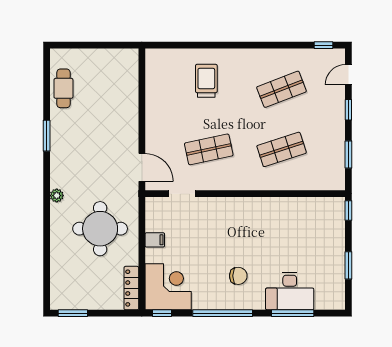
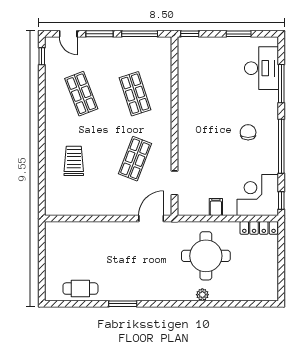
trolley: (206, 81) -> (74, 161), turned 90
window: (348, 110) -> (100, 34), width x1.50
shop shelf: (209, 149) -> (135, 159), turned 33
window: (348, 155) -> (140, 34), width x1.44
plant: (57, 196) -> (202, 295), moved
desk: (290, 291) -> (262, 68), moved
window: (73, 313) -> (281, 280), removed

